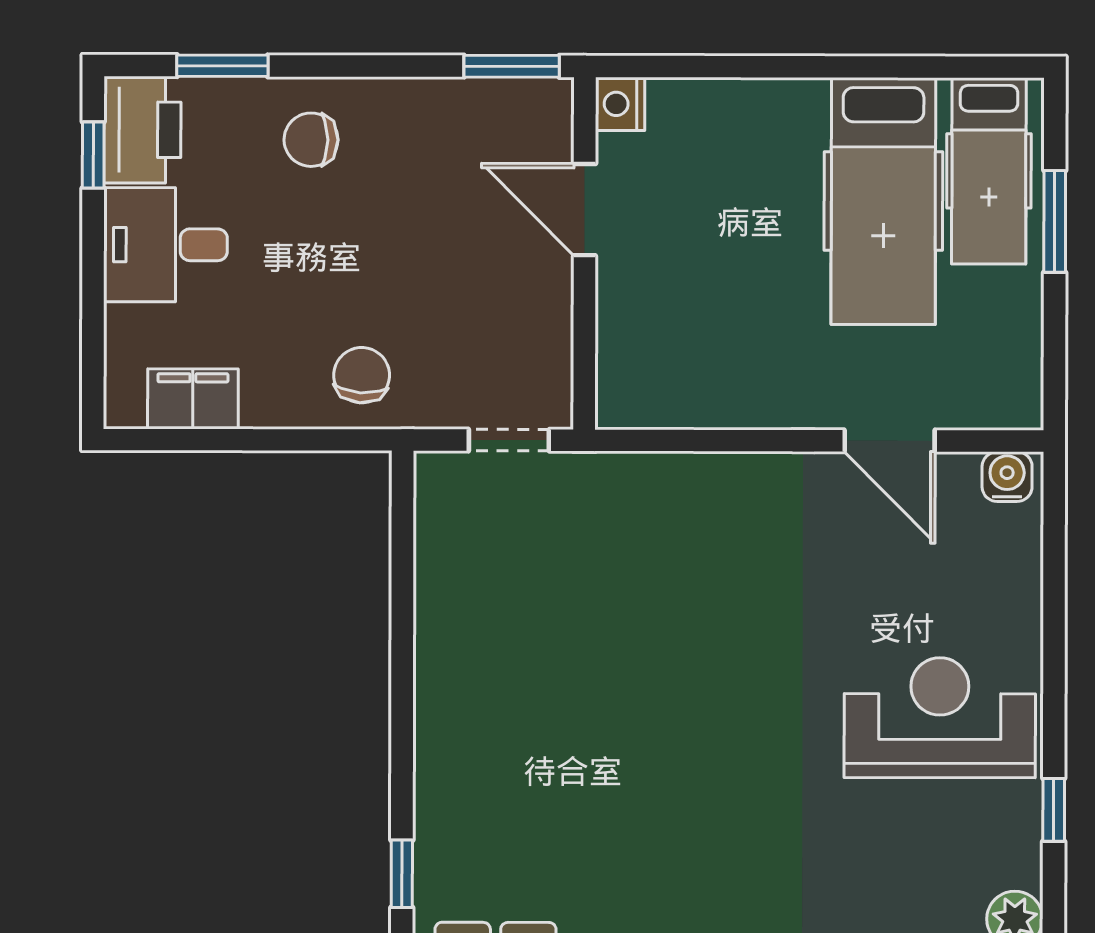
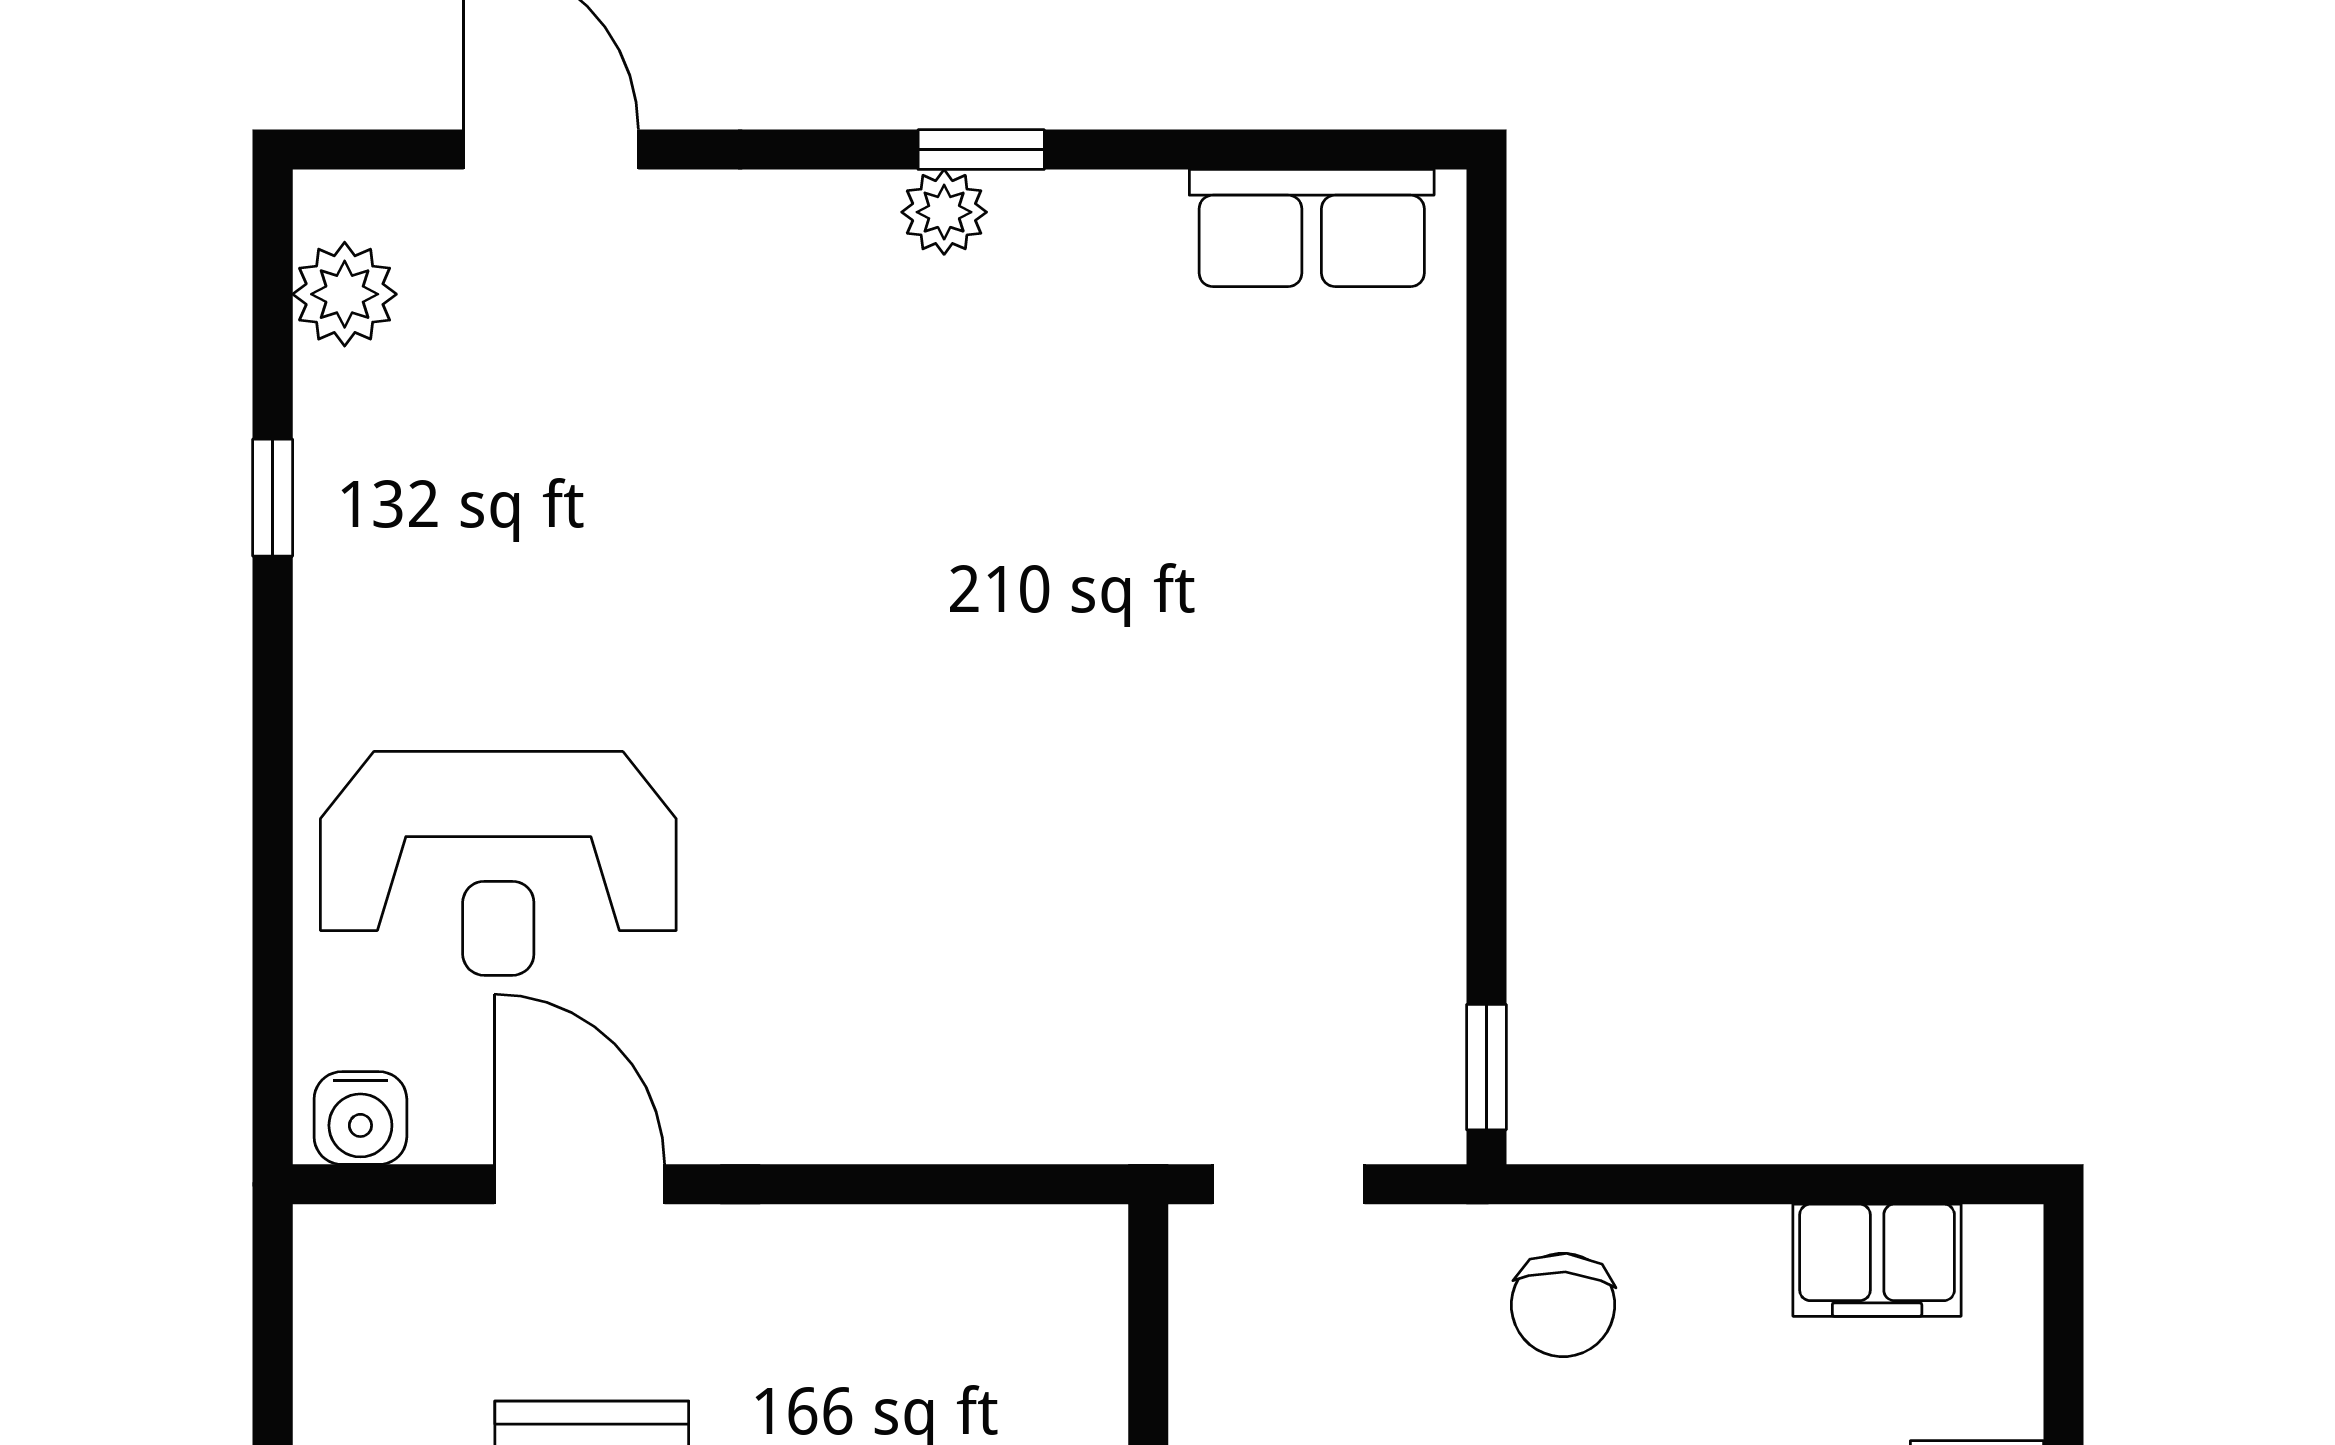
reception desk: (940, 718) -> (498, 863), moved
window: (402, 874) -> (1486, 1067), moved

